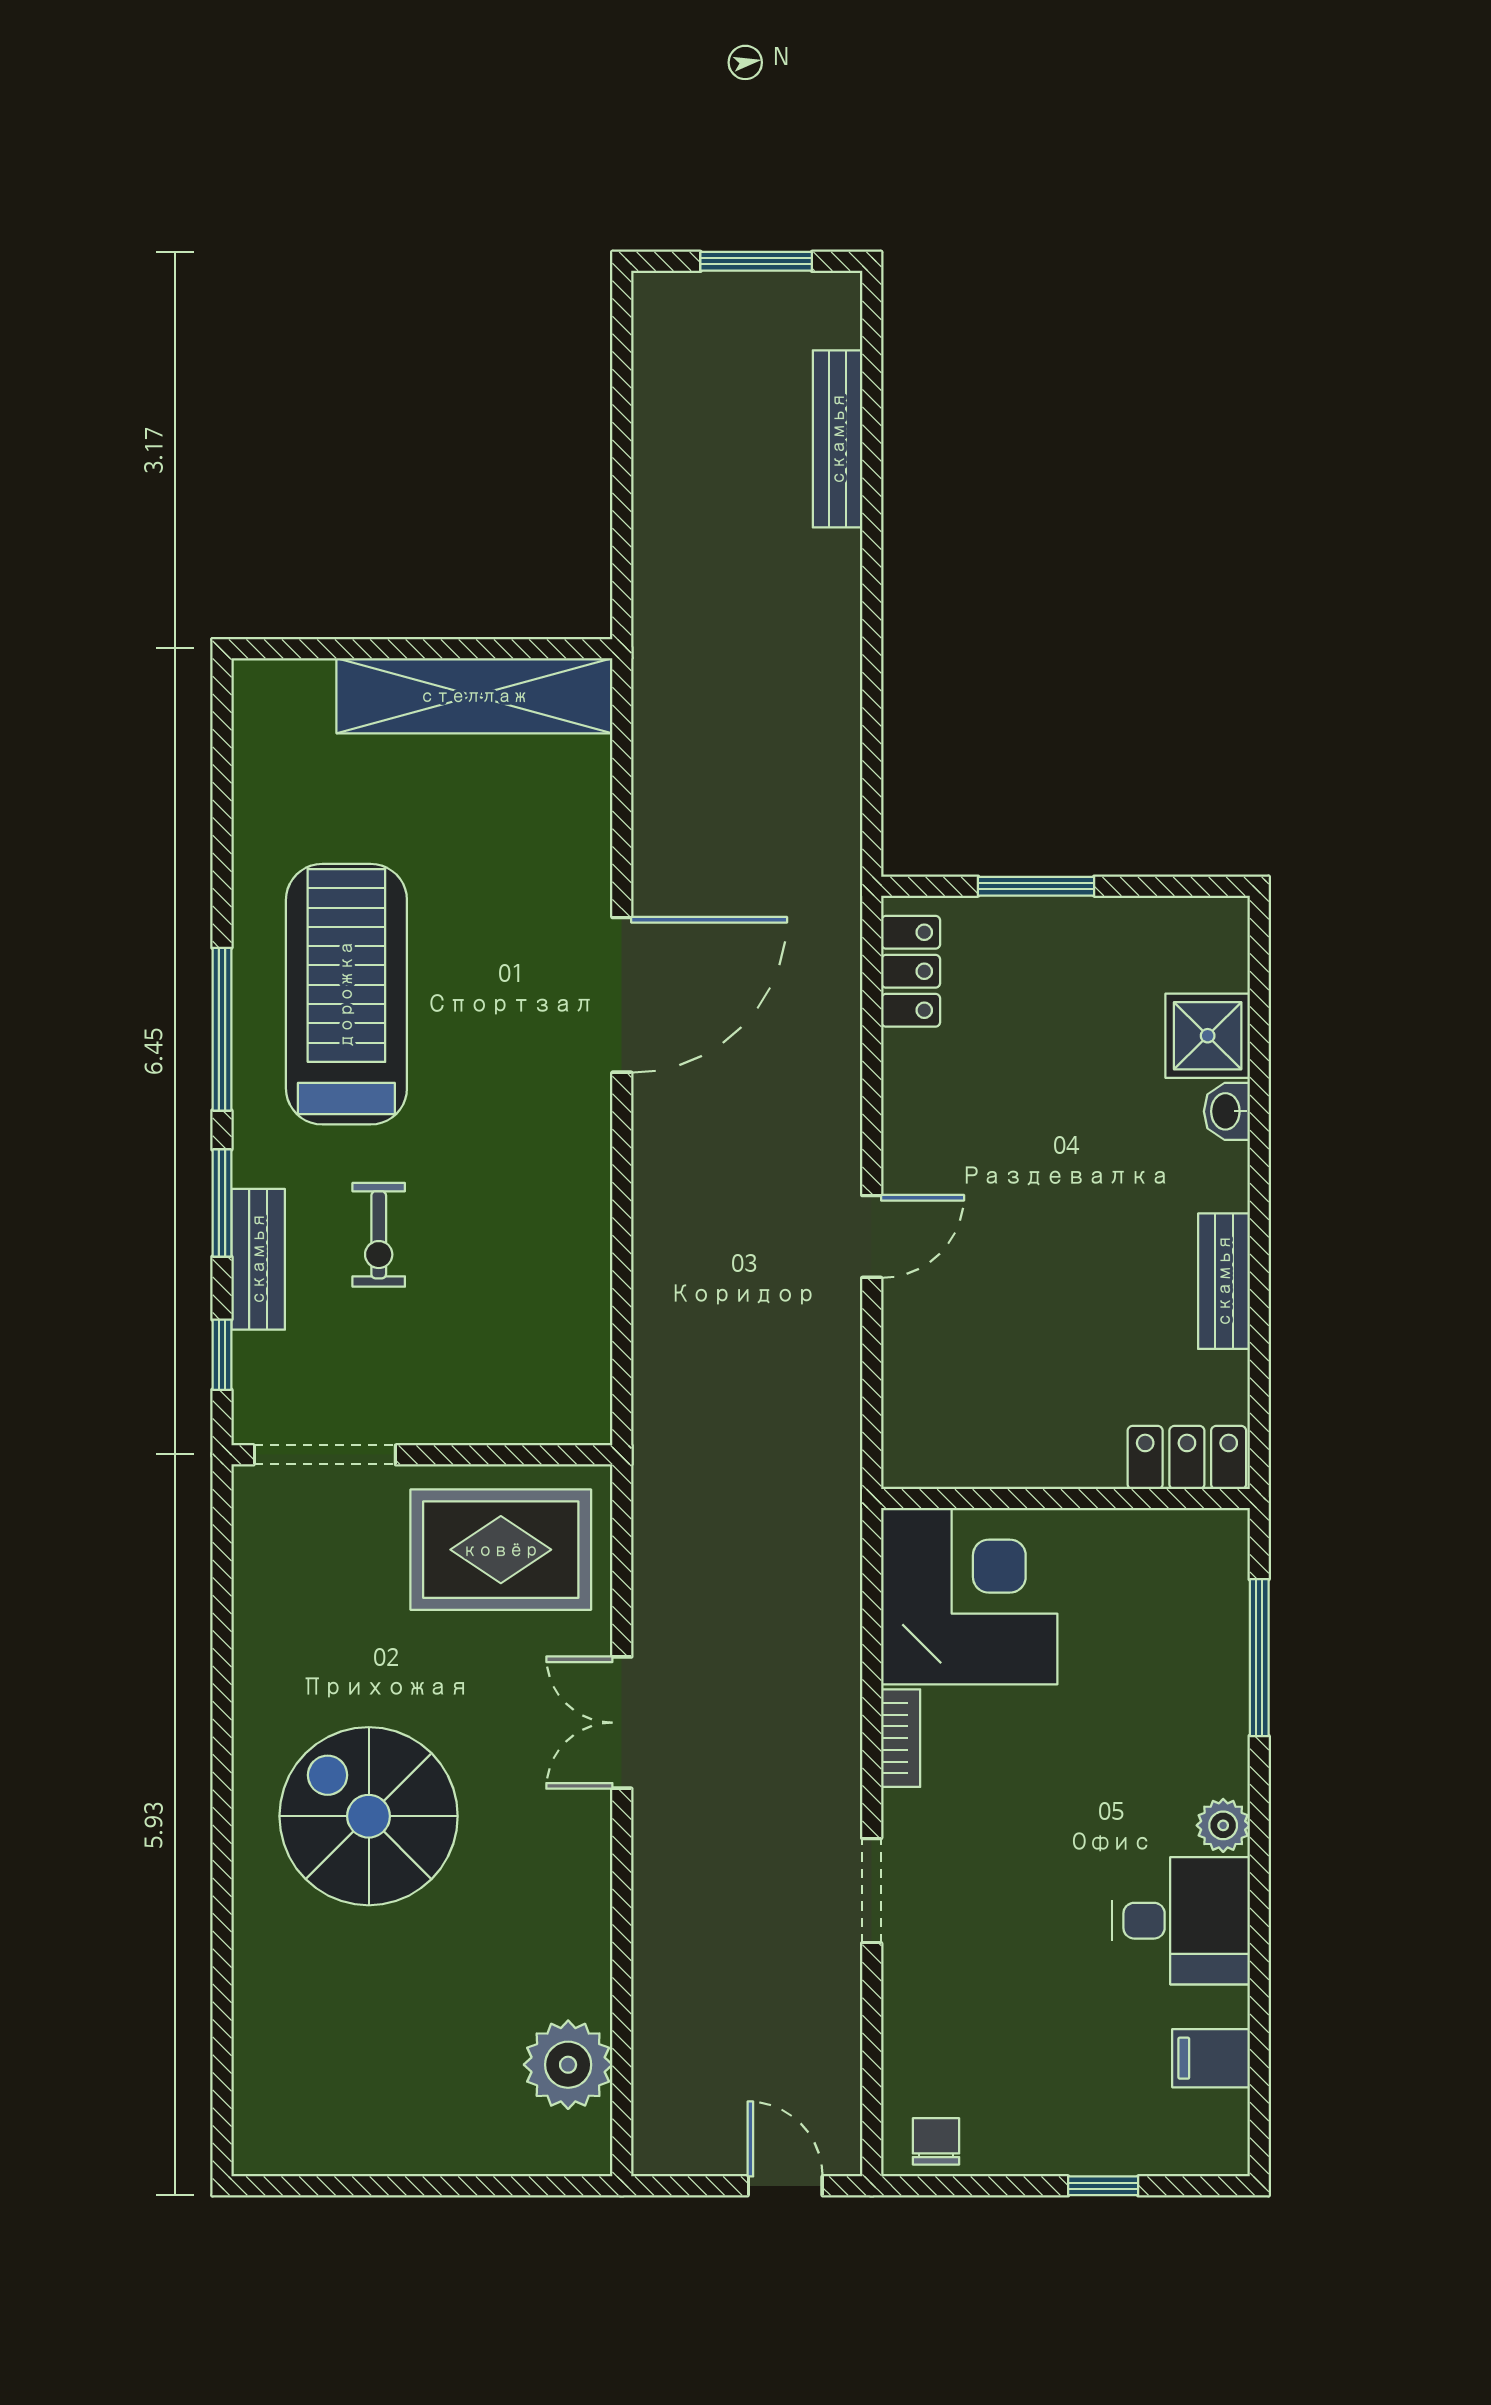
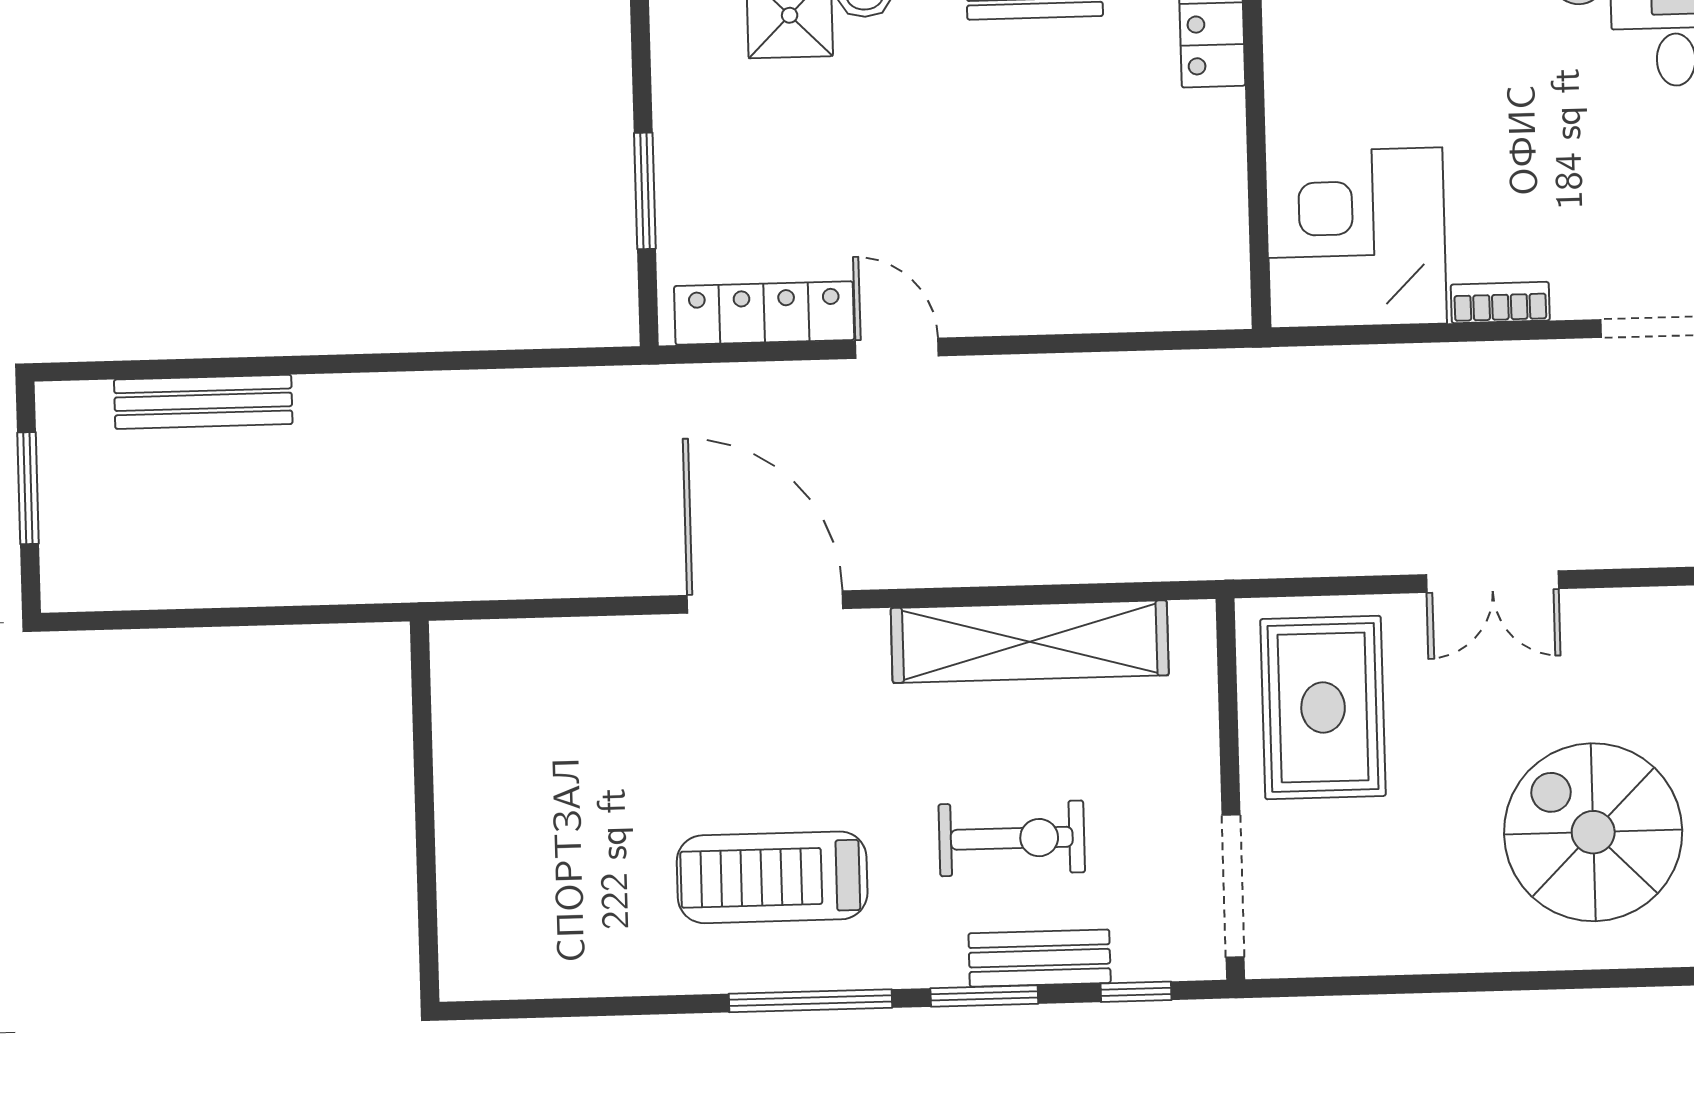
shelving: (474, 696) -> (1030, 642), moved, turned 90
locker: (911, 971) -> (764, 313), width x1.53
treadmill: (346, 994) -> (772, 877), width x0.73, depth x0.73
exercise bike: (379, 1235) -> (1012, 838), width x1.38, depth x1.39
door: (872, 1236) -> (897, 348), moved
spiral stairs: (369, 1816) -> (1593, 832), turned 90

